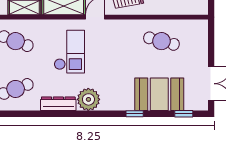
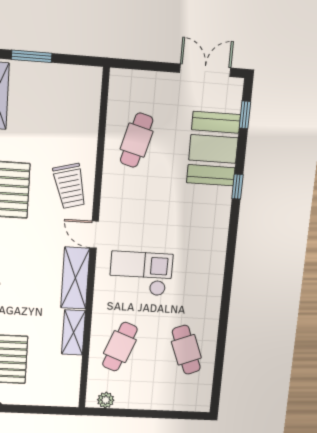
plant: (88, 99) -> (211, 251), removed
dresser: (58, 104) -> (213, 293), removed

